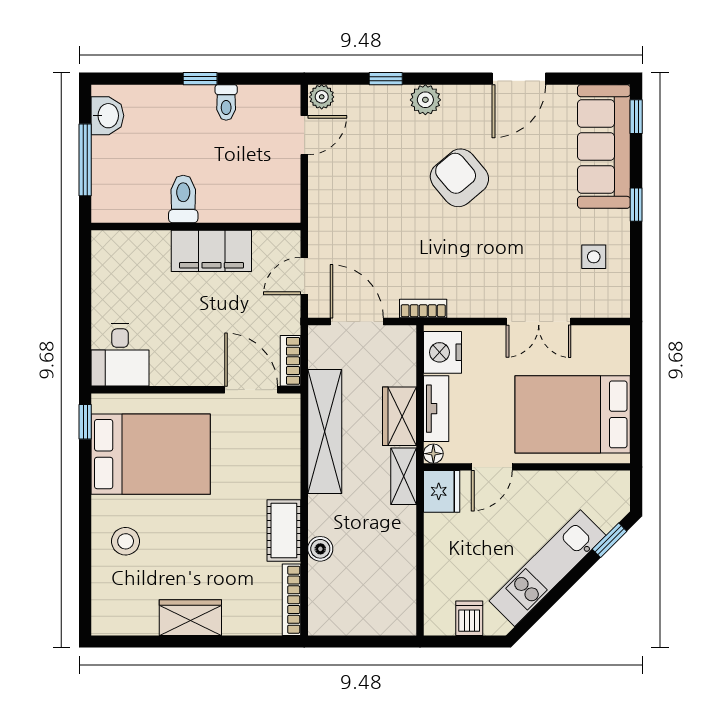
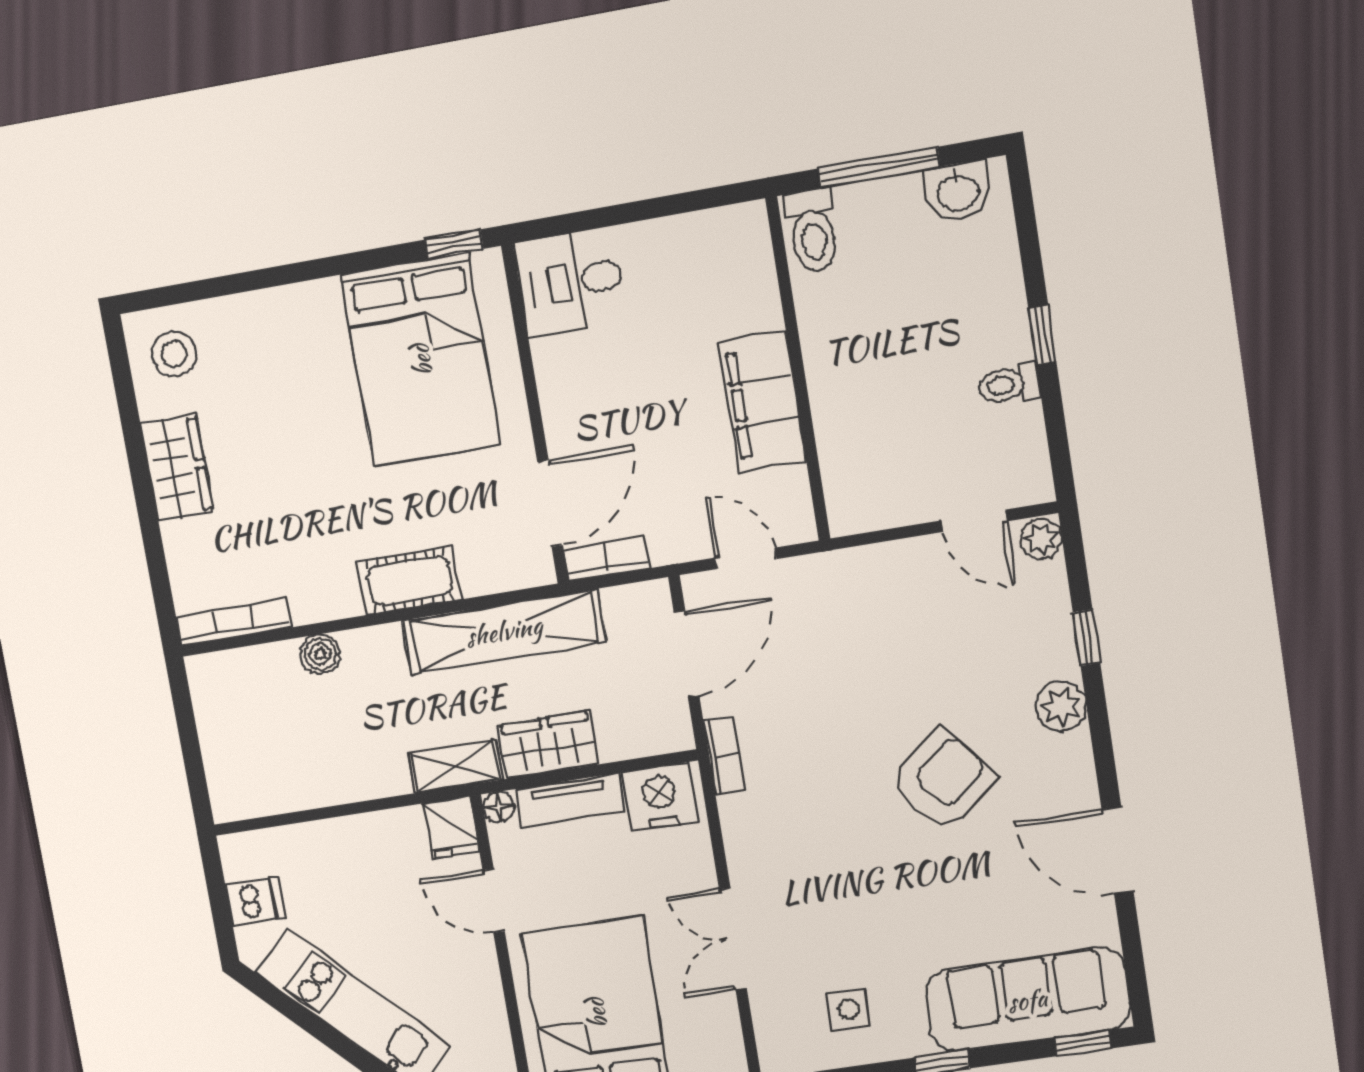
toilet: (183, 199) -> (812, 230), moved, turned 90
fridge: (442, 491) -> (451, 828), width x0.72
cot: (284, 530) -> (410, 580), moved
stool: (126, 541) -> (174, 354), moved

